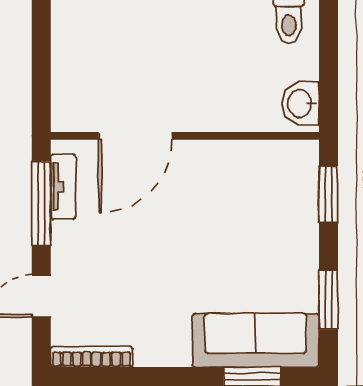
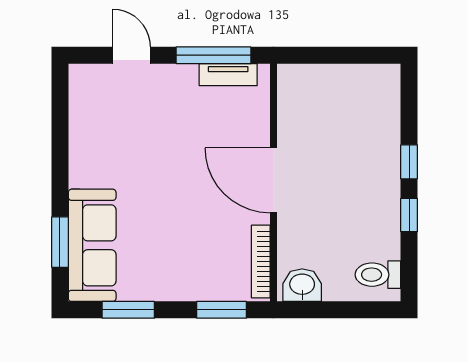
door: (135, 136) -> (273, 180), moved
bookcase: (92, 357) -> (261, 261), moved, turned 180

